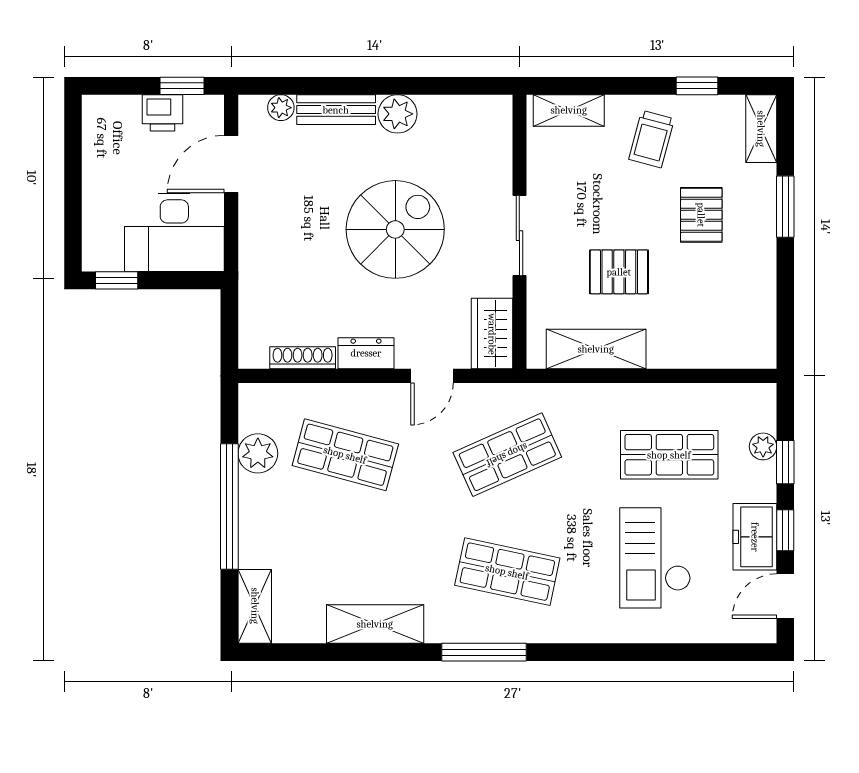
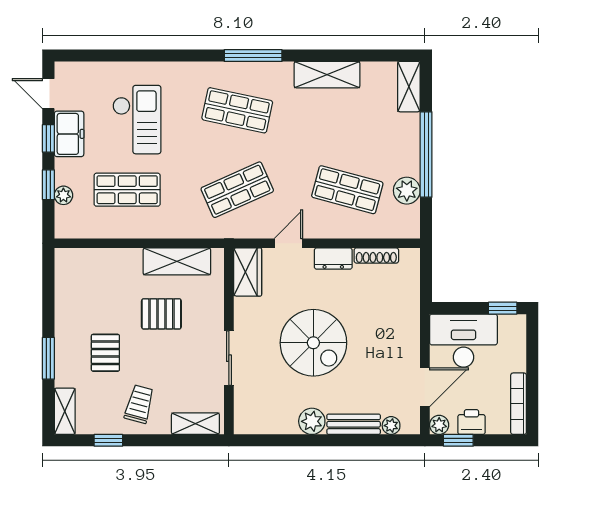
plant: (210, 109) -> (439, 425), added
bookcase: (93, 140) -> (519, 404), added
spiral stairs: (395, 229) -> (313, 343), turned -90
sliding door: (519, 236) -> (229, 358), moved
door: (785, 596) -> (48, 94), swing flipped

